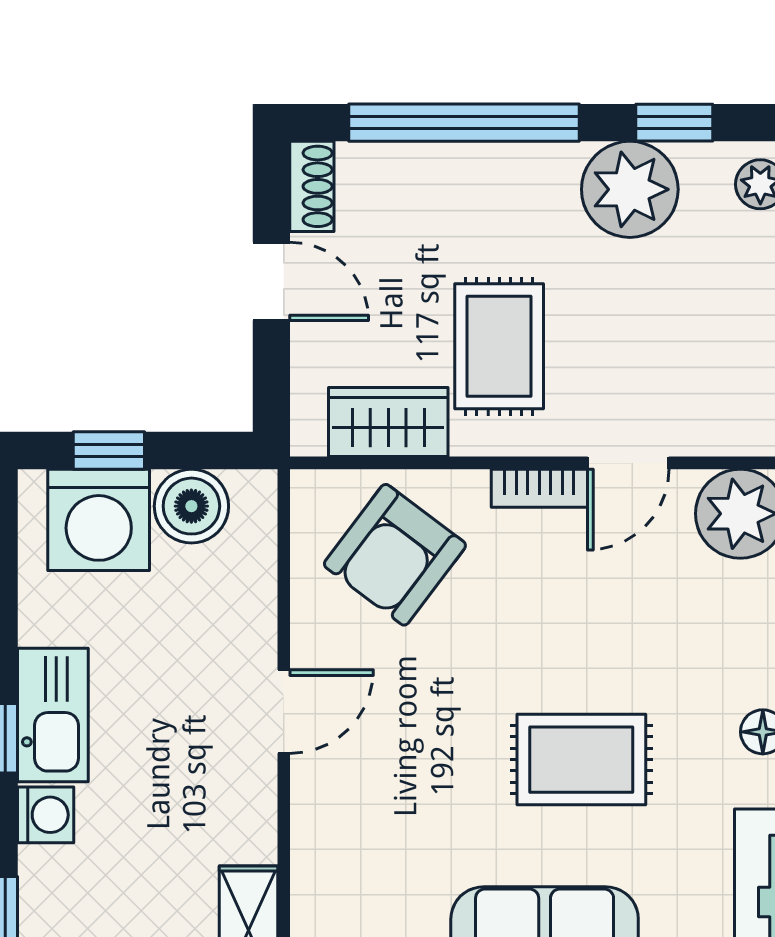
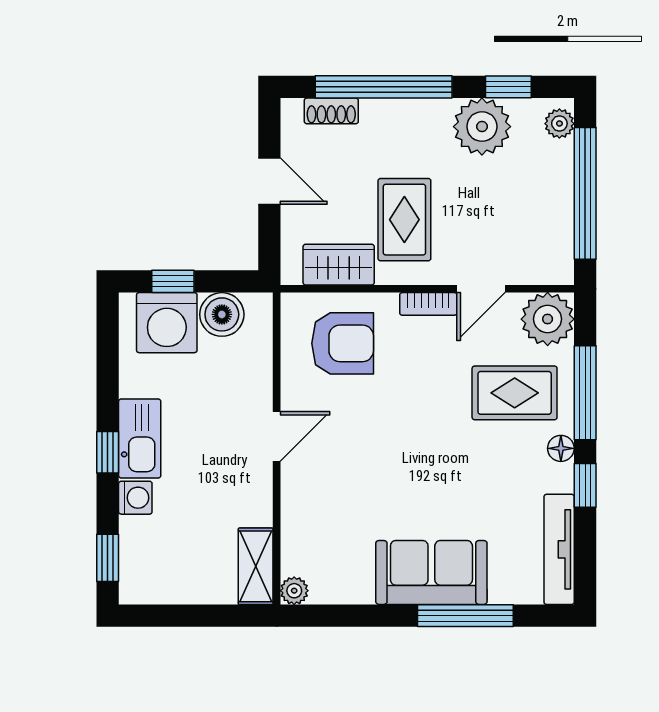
shoe rack: (312, 186) -> (331, 111), moved, turned 90
armchair: (395, 555) -> (343, 343), turned -127
rug: (581, 760) -> (515, 393), moved

